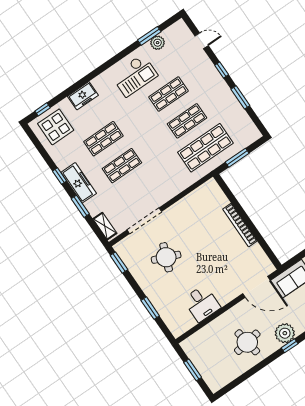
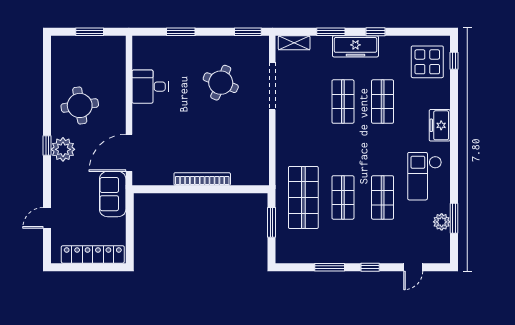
freezer: (83, 96) -> (440, 125), moved

